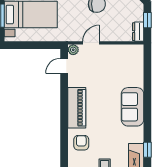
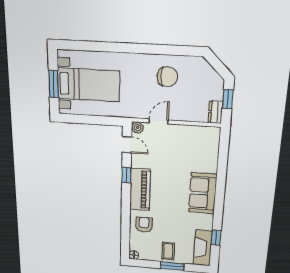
door: (64, 66) -> (127, 145), swing flipped
window: (64, 95) -> (126, 175), added

